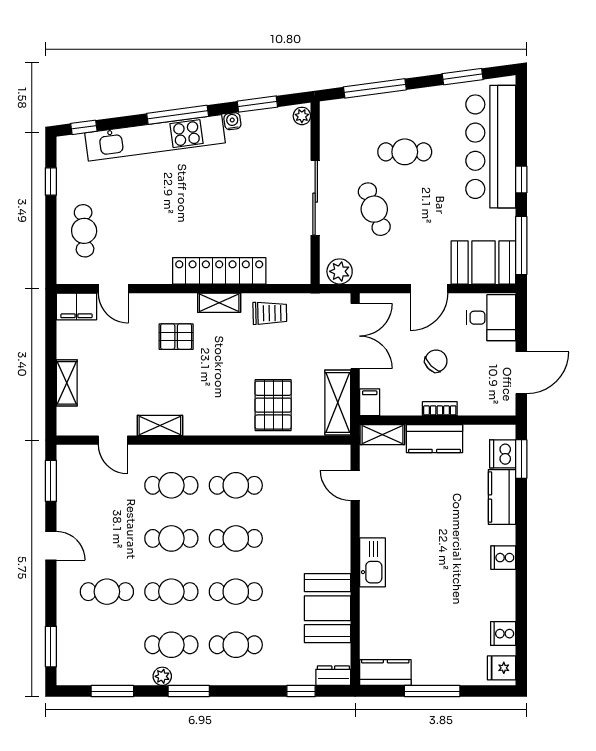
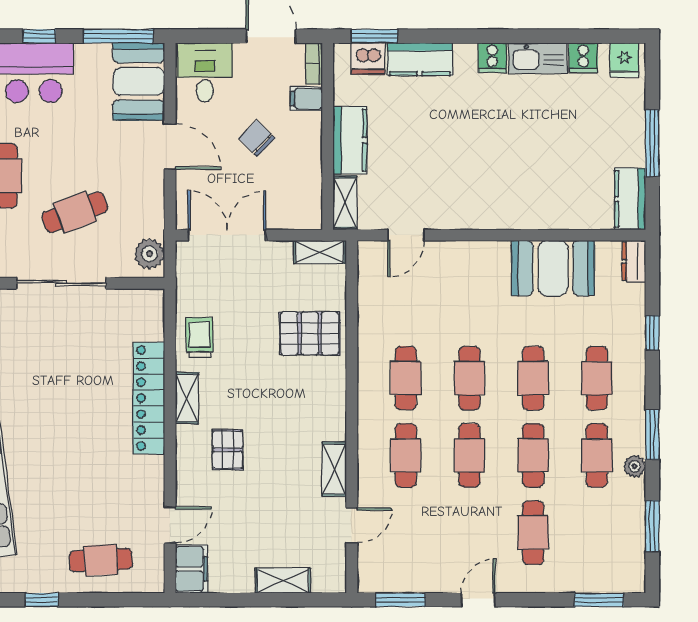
shelving: (338, 402) -> (319, 252), width x0.67, depth x0.75
filing cabinet: (370, 402) -> (306, 99), moved
bookcase: (440, 409) -> (314, 64), moved
kitchen sink: (372, 562) -> (538, 58), moved, turned 180
window: (301, 691) -> (652, 333), moved

